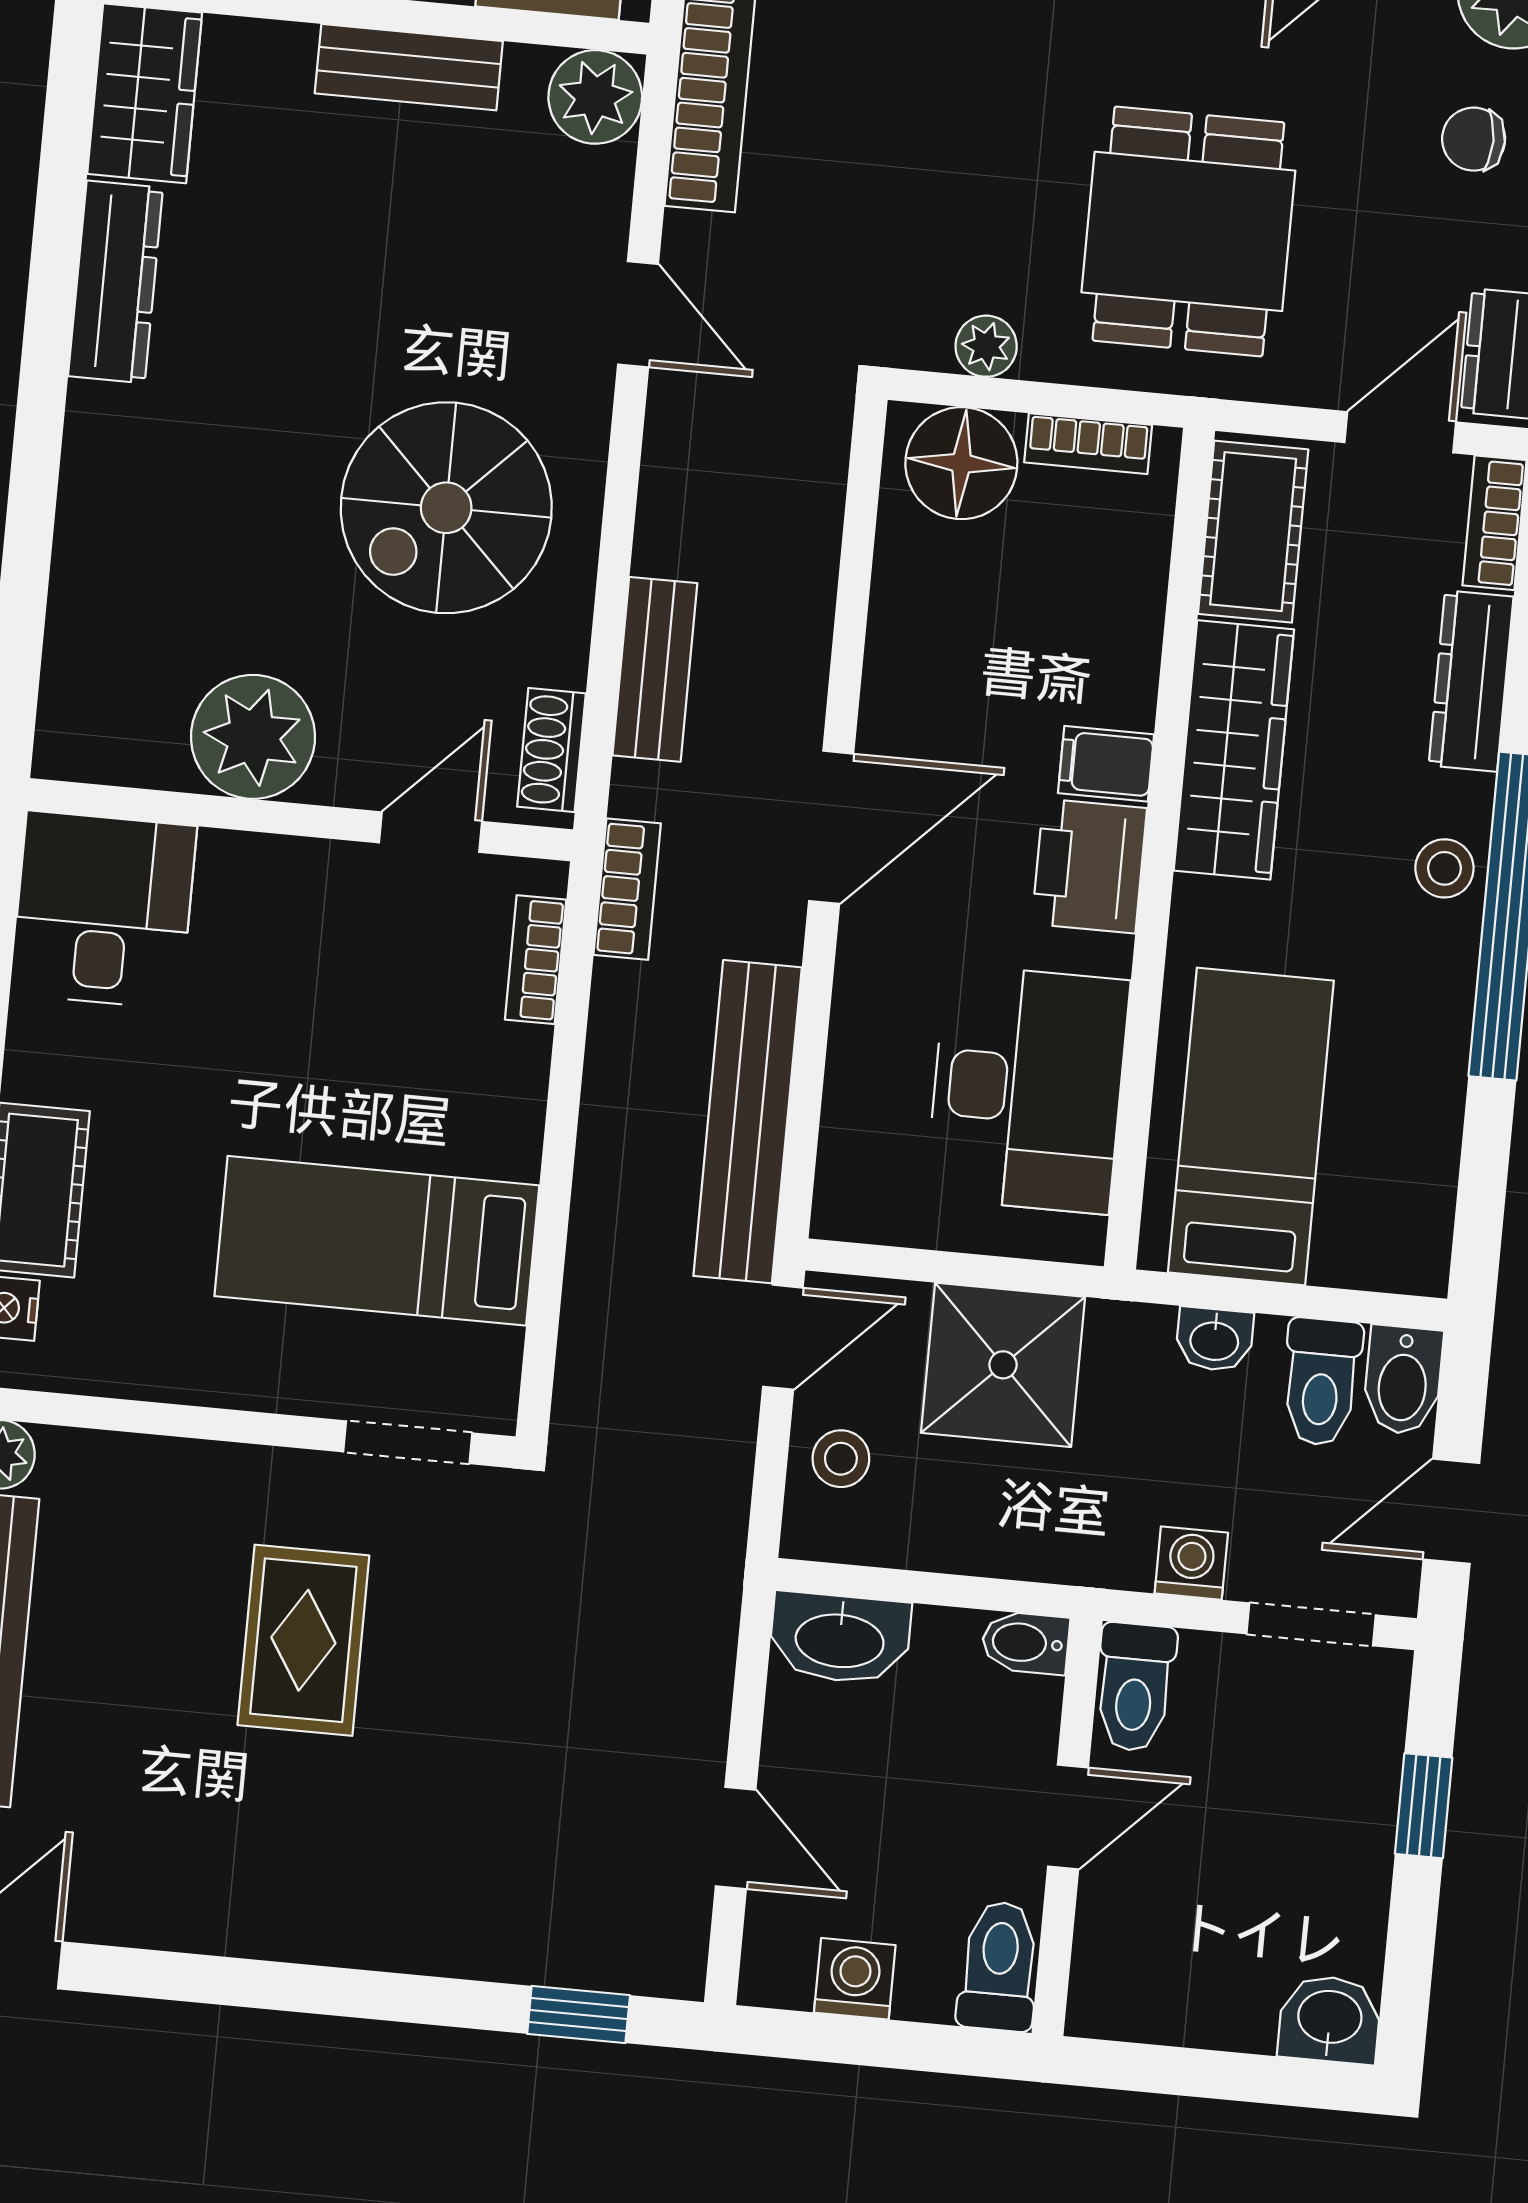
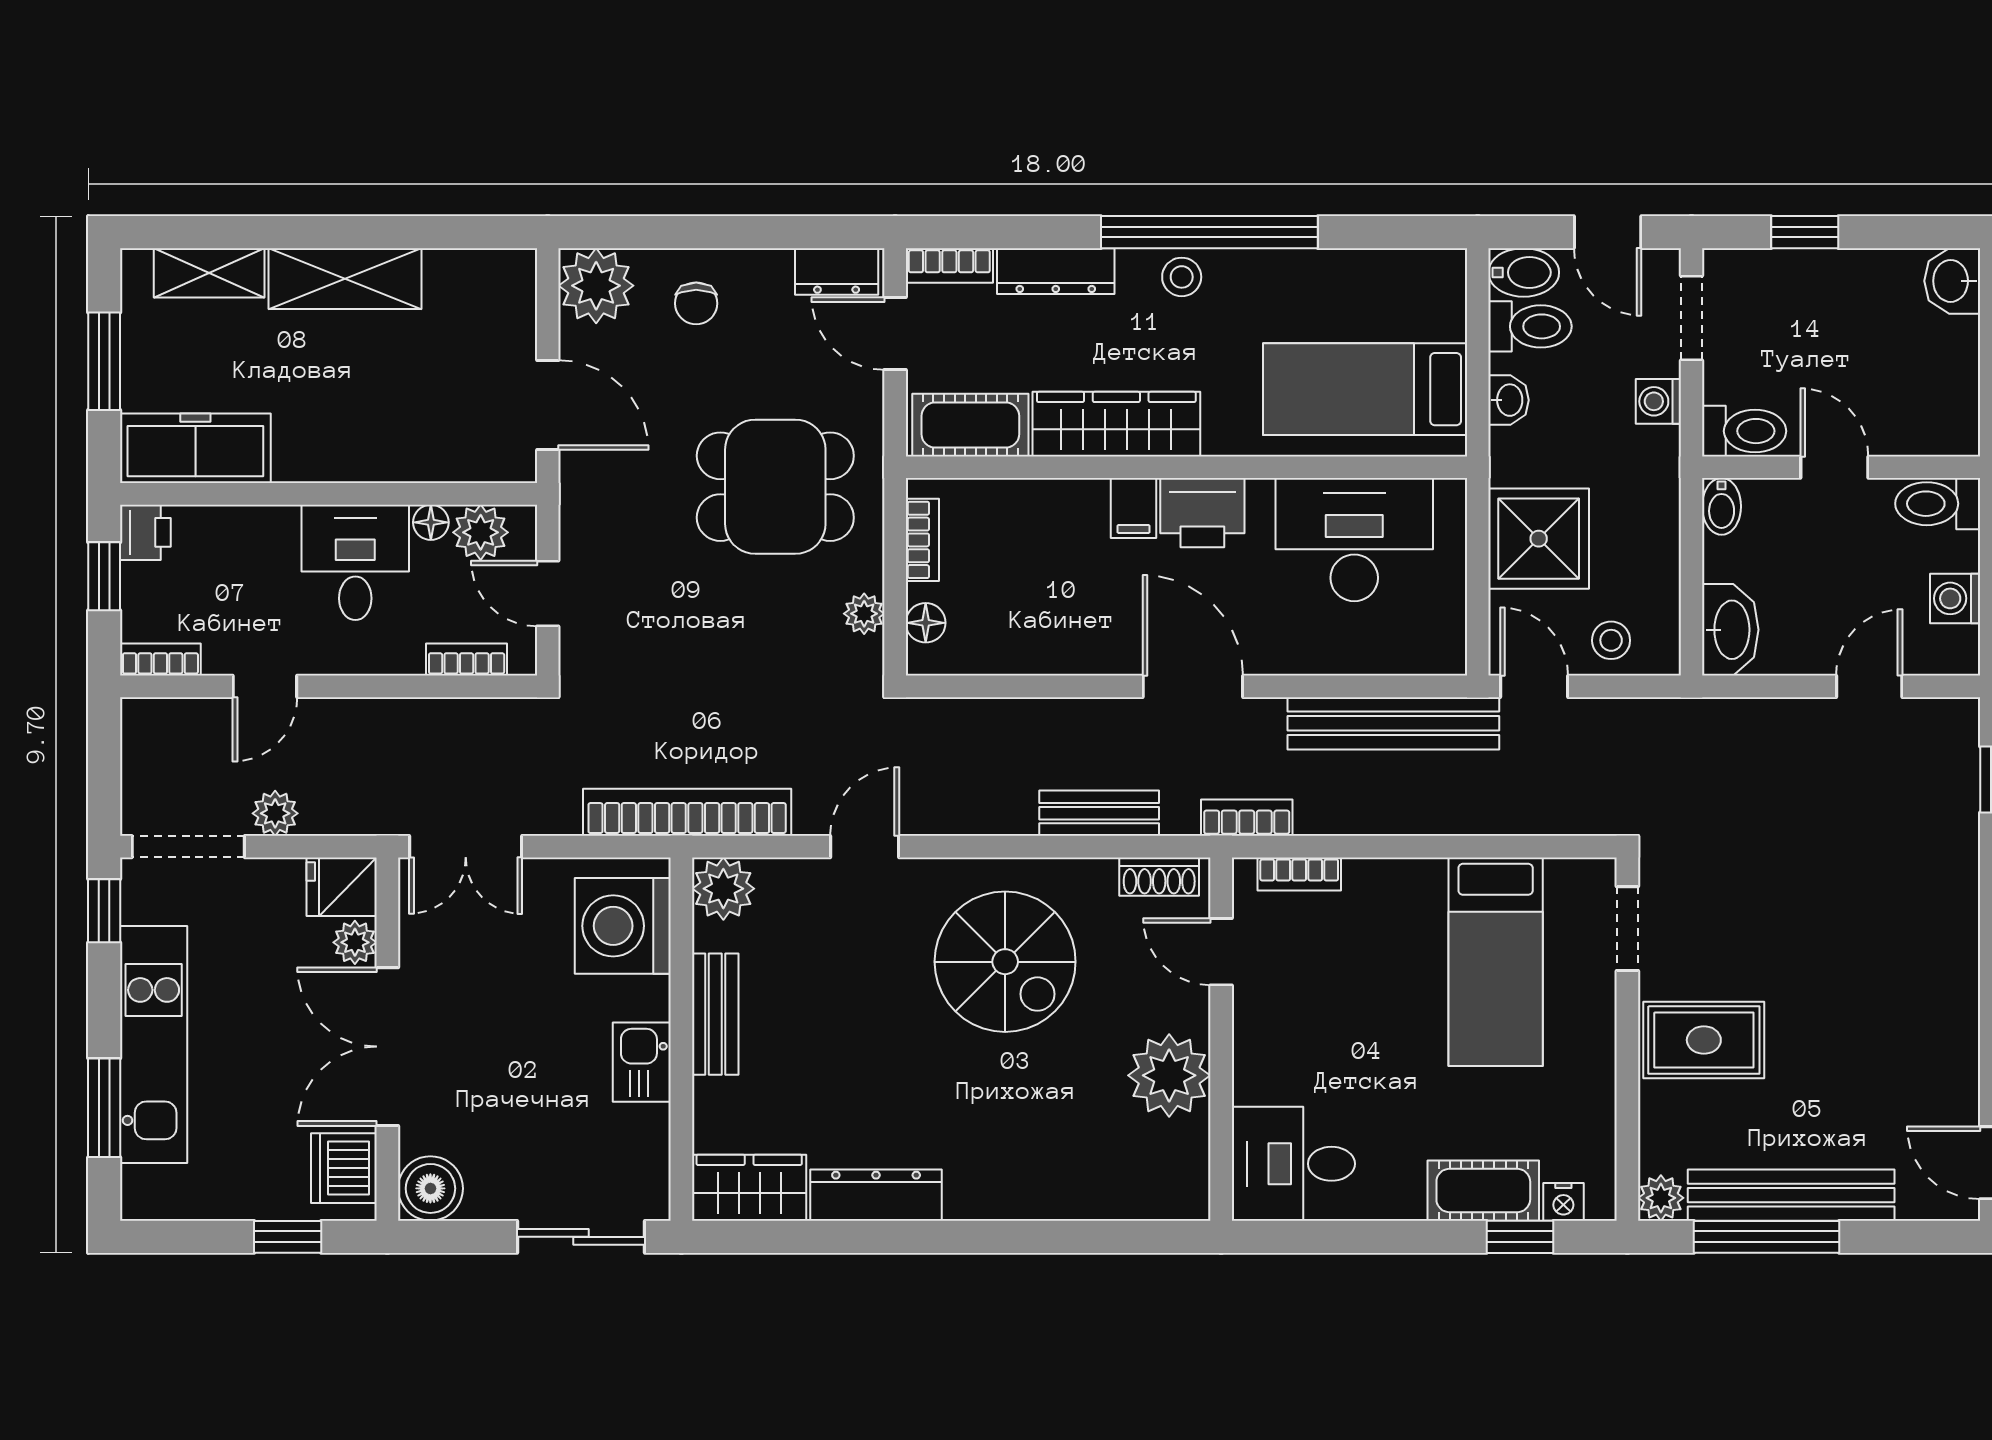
floor lamp: (961, 463) -> (926, 623), width x0.53, depth x0.53
rug: (303, 1640) -> (1704, 1040), moved

